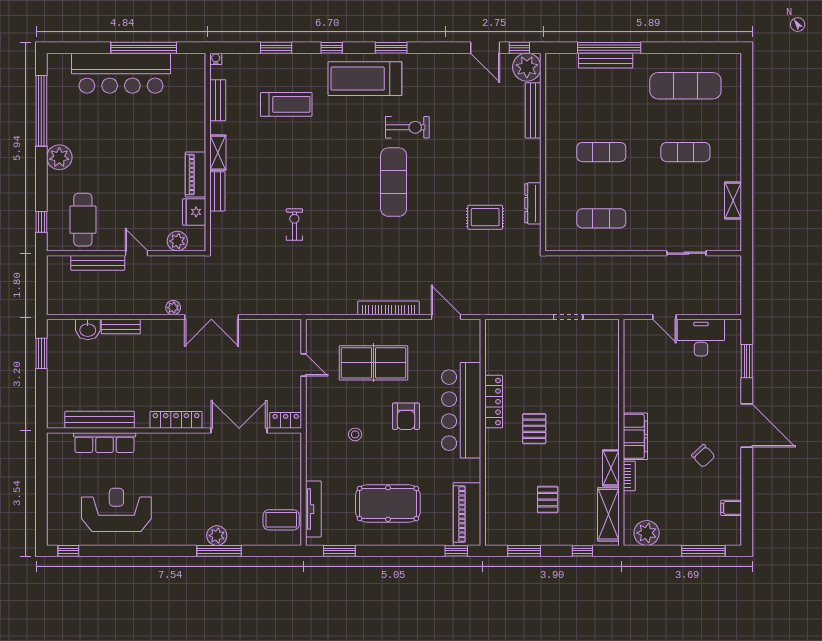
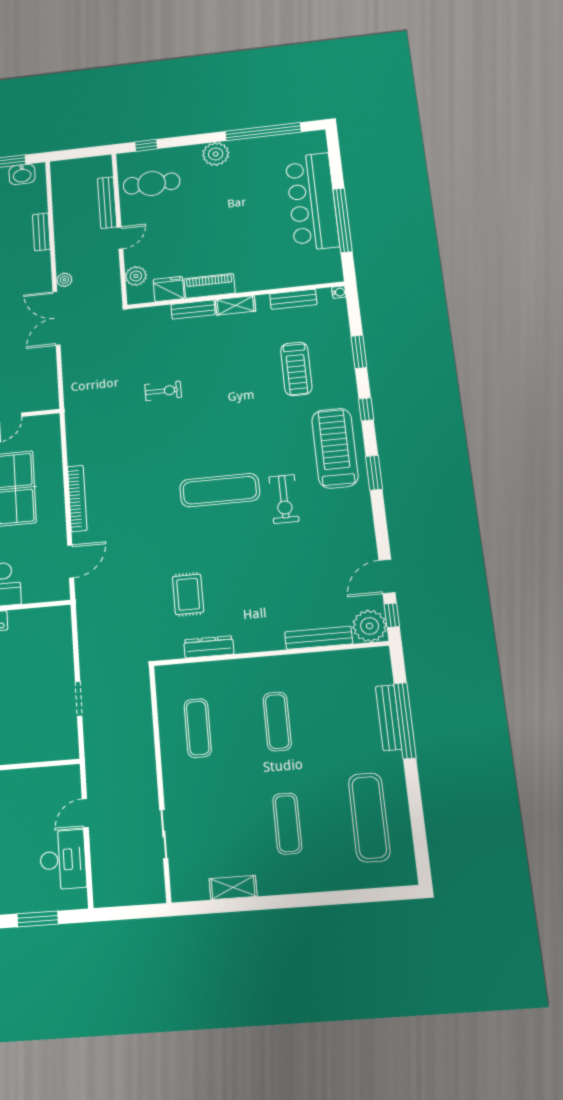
washbasin: (88, 330) -> (22, 174), moved, turned -90

